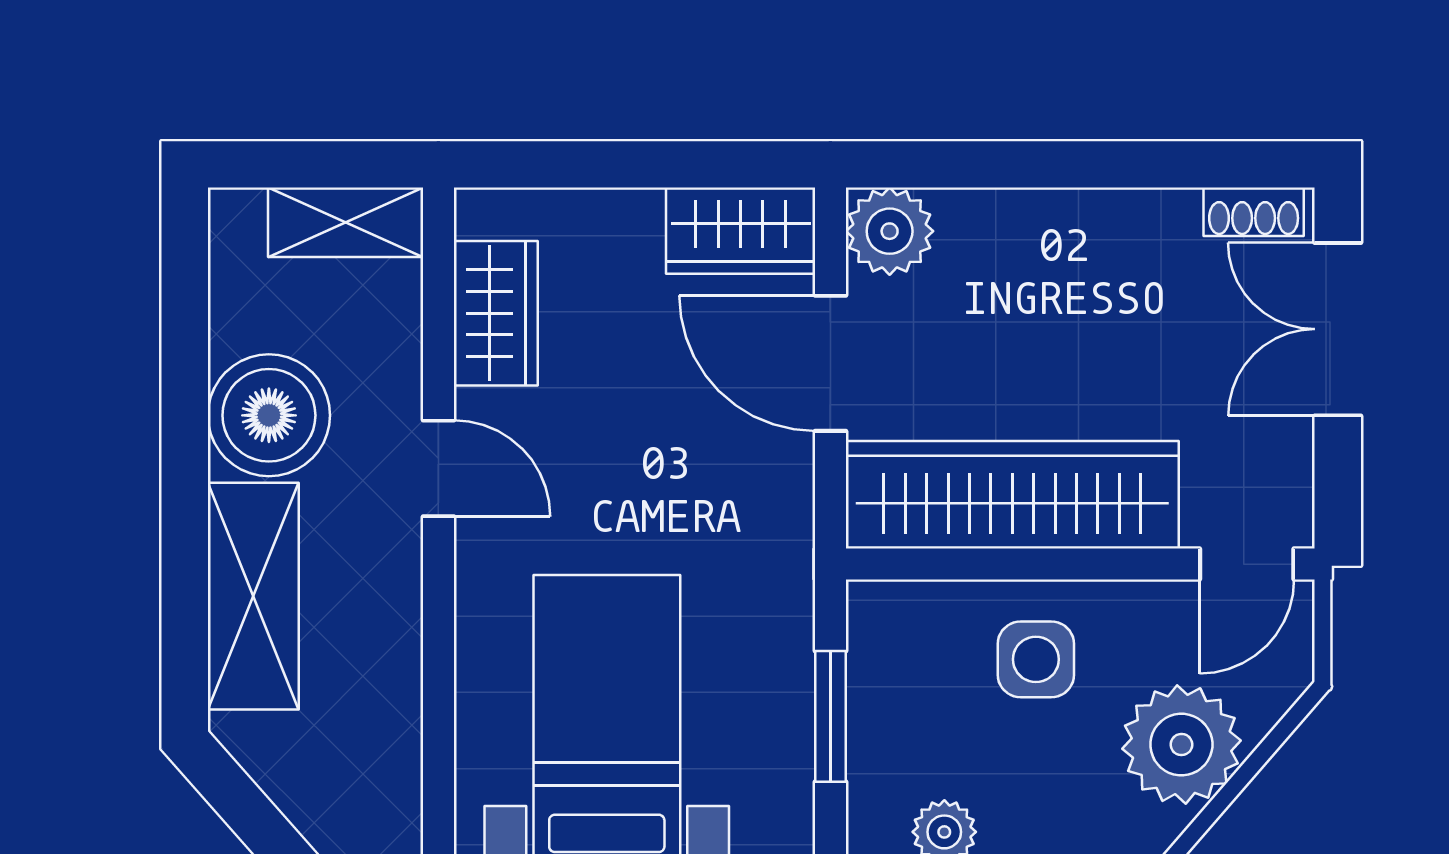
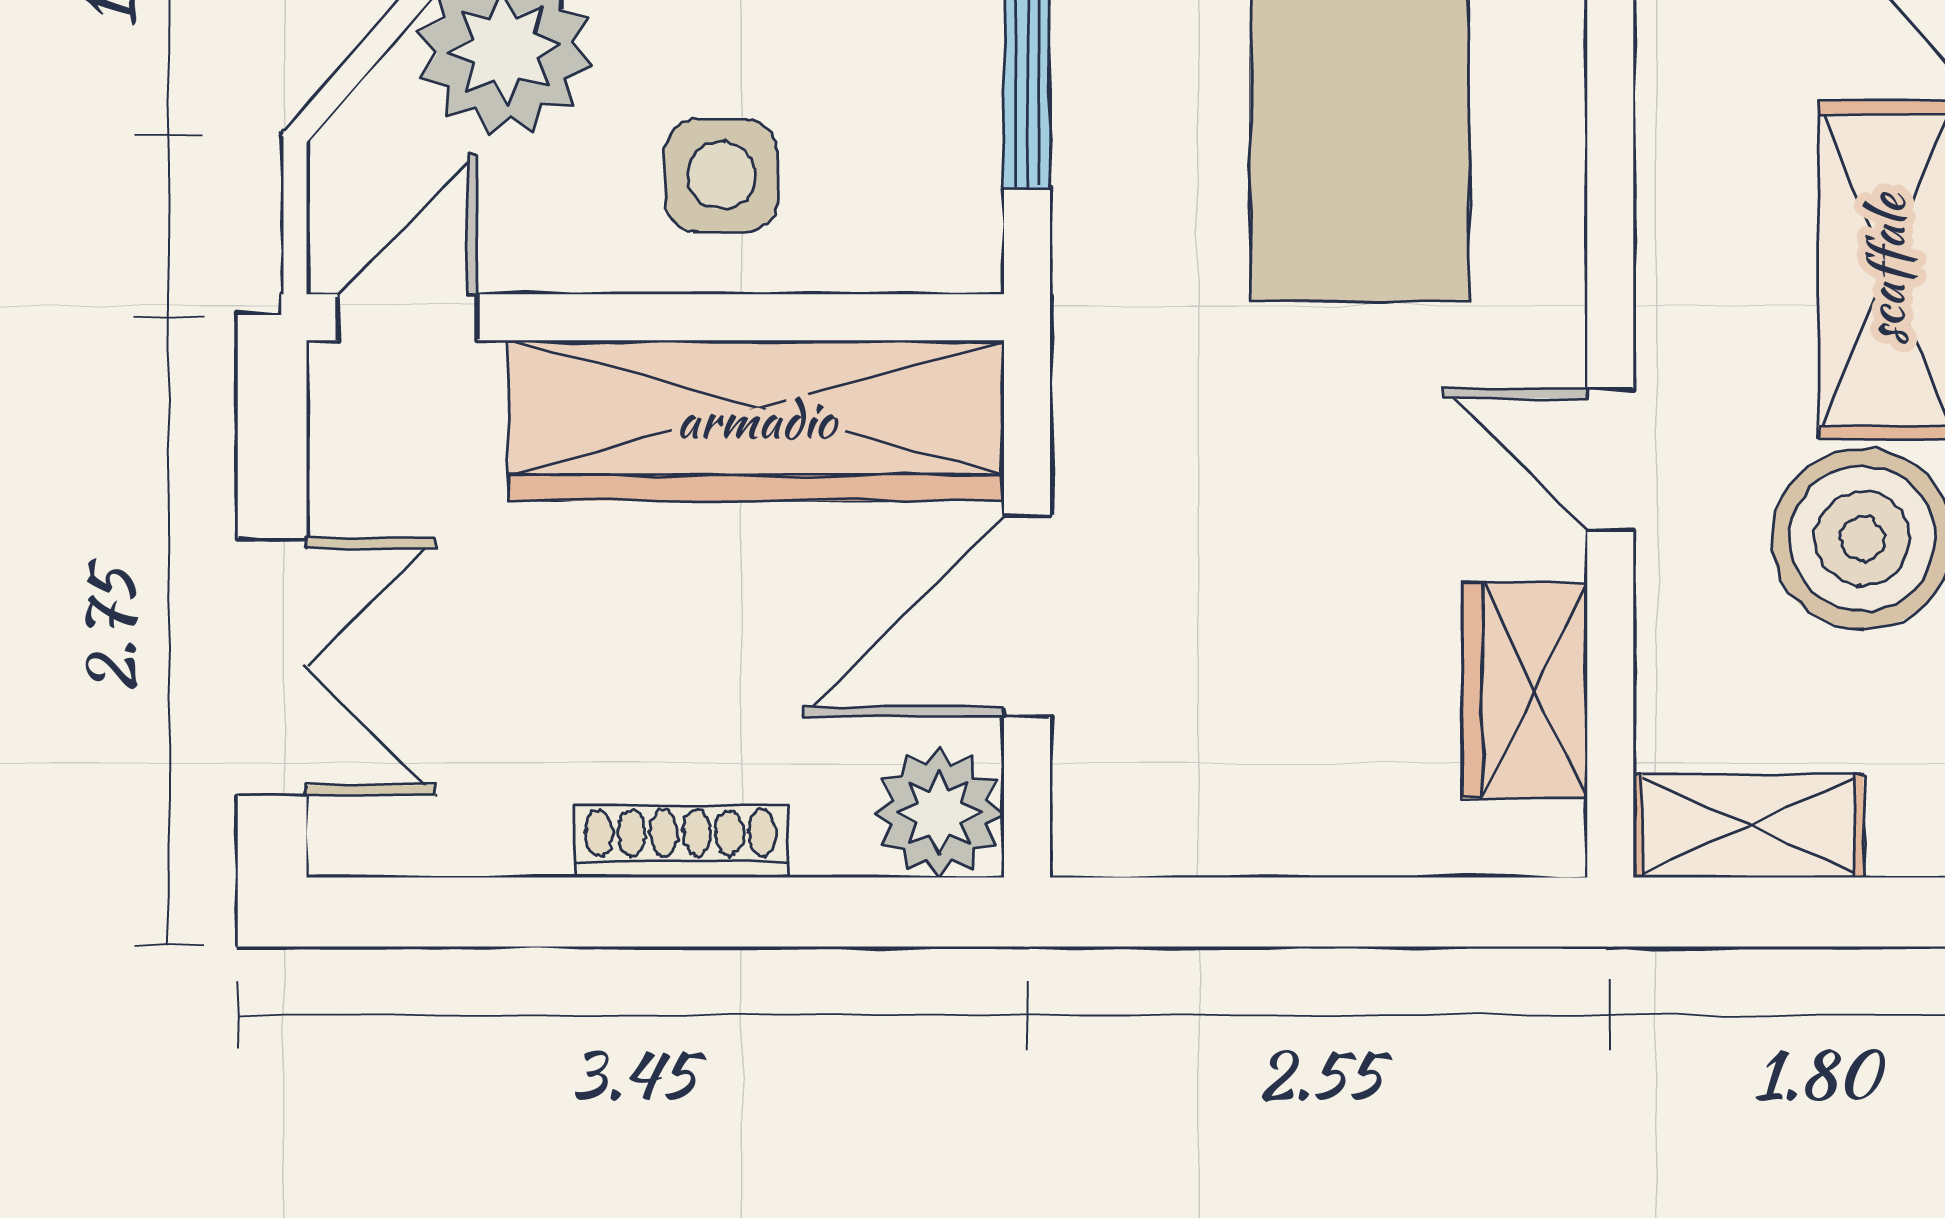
shoe rack: (1254, 212) -> (680, 842), moved, width x1.43
wardrobe: (741, 231) -> (1161, 813), removed
door: (830, 363) -> (1027, 616), swing flipped

